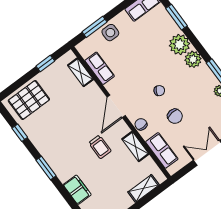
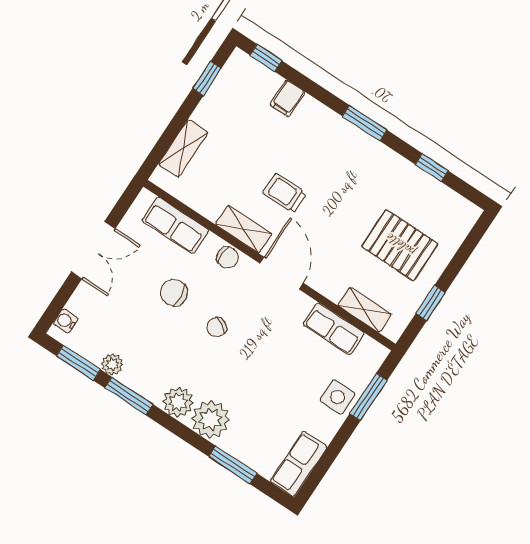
pallet: (29, 100) -> (400, 245), moved, turned 90
shelving: (135, 147) -> (244, 229), moved
filing cabinet: (77, 190) -> (287, 98), width x0.50

